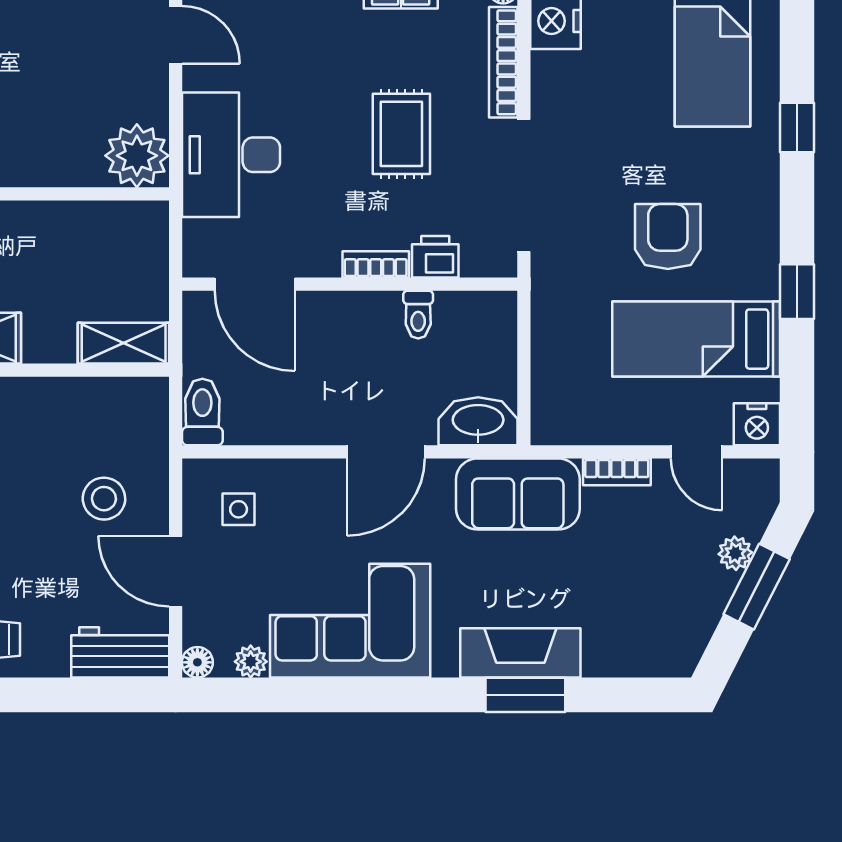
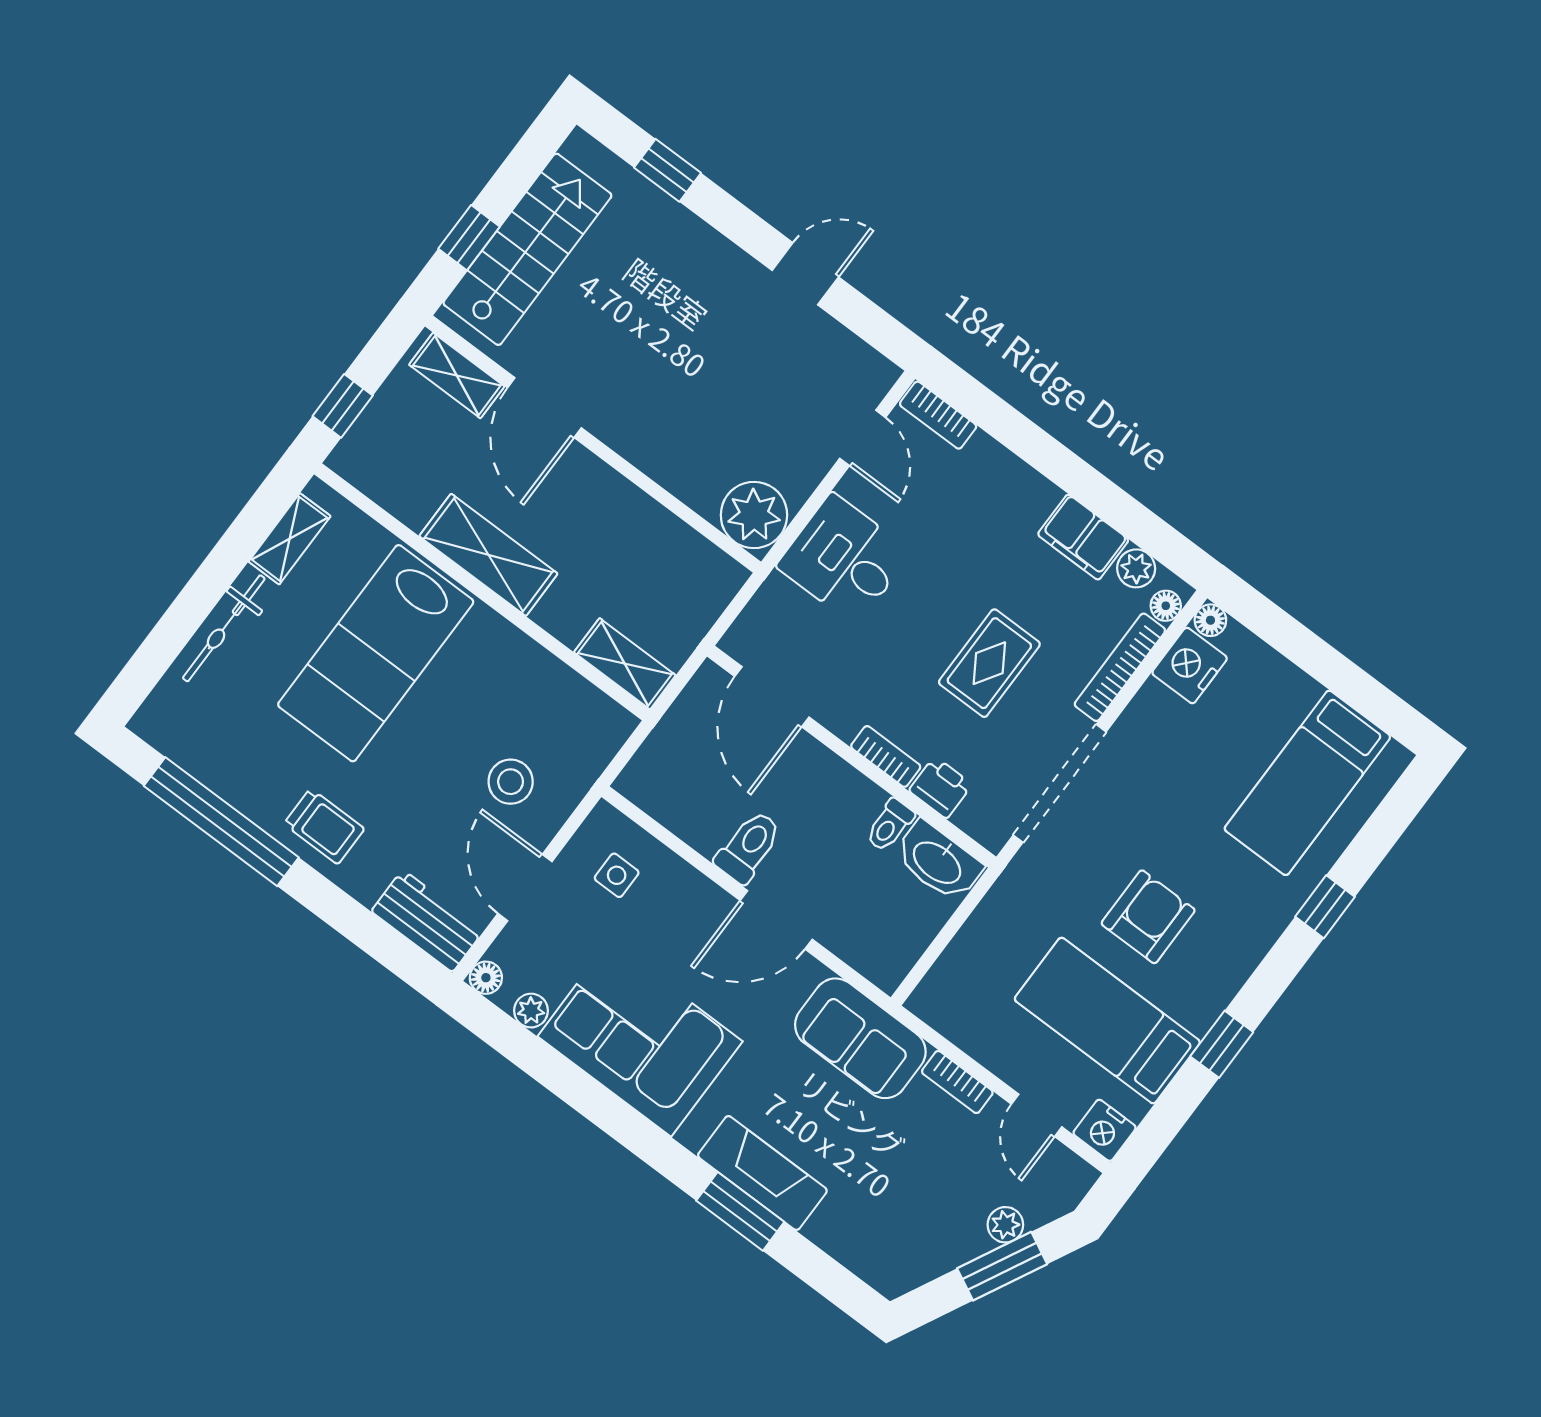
desk: (231, 155) -> (844, 559), width x0.73
toilet: (202, 412) -> (749, 847), moved
washbasin: (478, 421) -> (938, 861), moved, turned 180

